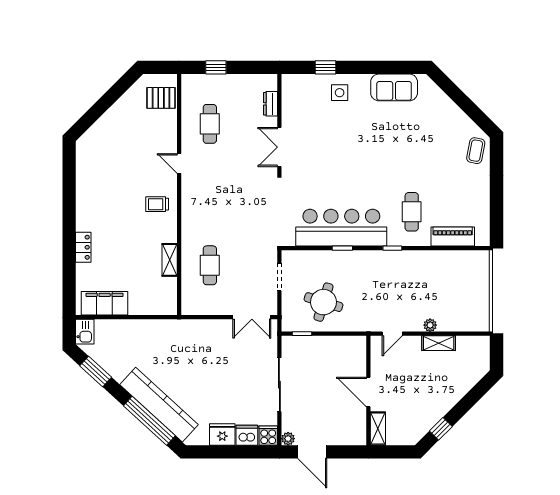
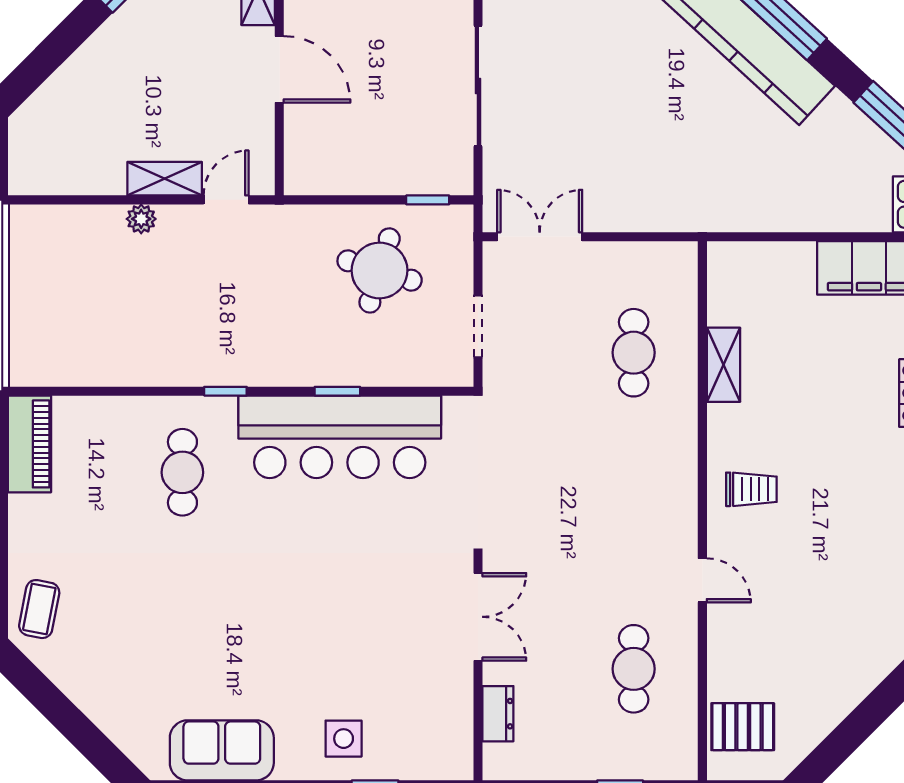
piano: (453, 236) -> (29, 444), moved, turned -90
shelving: (439, 343) -> (165, 179), moved

